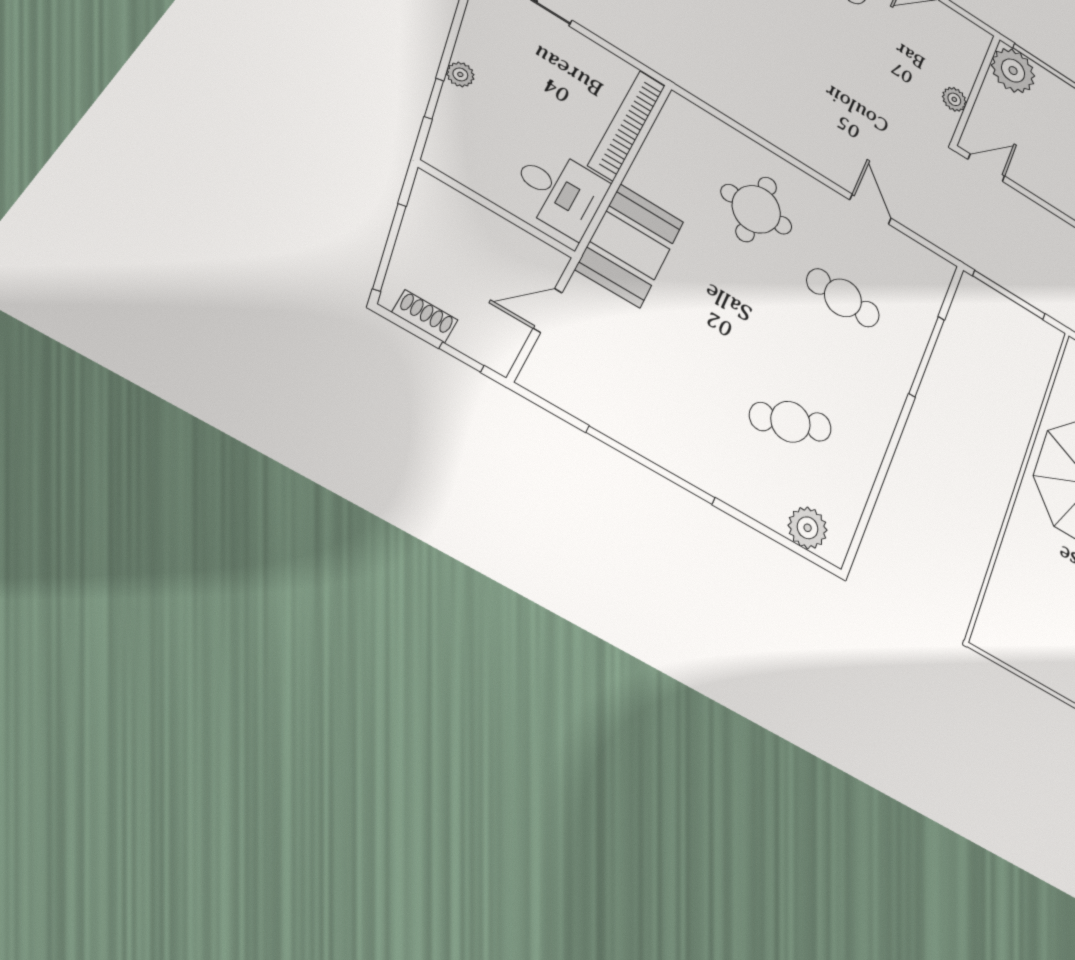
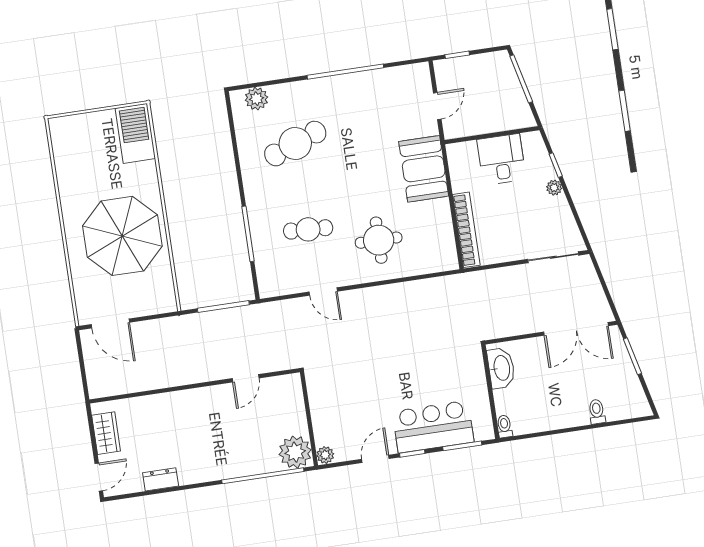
plant: (954, 99) -> (325, 455), moved
door: (986, 168) -> (246, 378), moved
desk: (559, 191) -> (501, 159), moved, turned 90
shoe rack: (425, 316) -> (485, 60), removed
cafe table: (790, 422) -> (295, 144), width x1.37, depth x1.35
barbecue: (1007, 611) -> (135, 133), added

